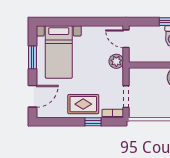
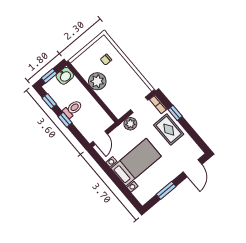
bed with nightstands: (59, 52) -> (136, 162), moved
plant: (116, 61) -> (130, 124), moved
door: (33, 96) -> (192, 168), swing flipped

